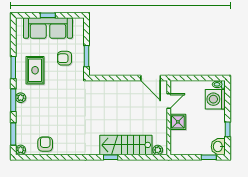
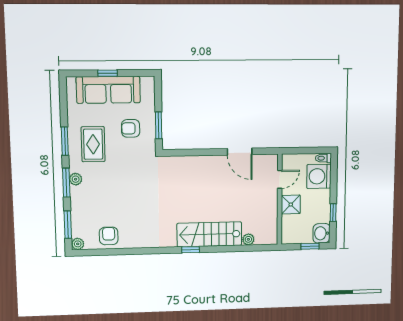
door: (169, 101) -> (280, 179), moved
wall: (169, 118) -> (280, 200), moved
shower: (178, 122) -> (291, 204), moved

